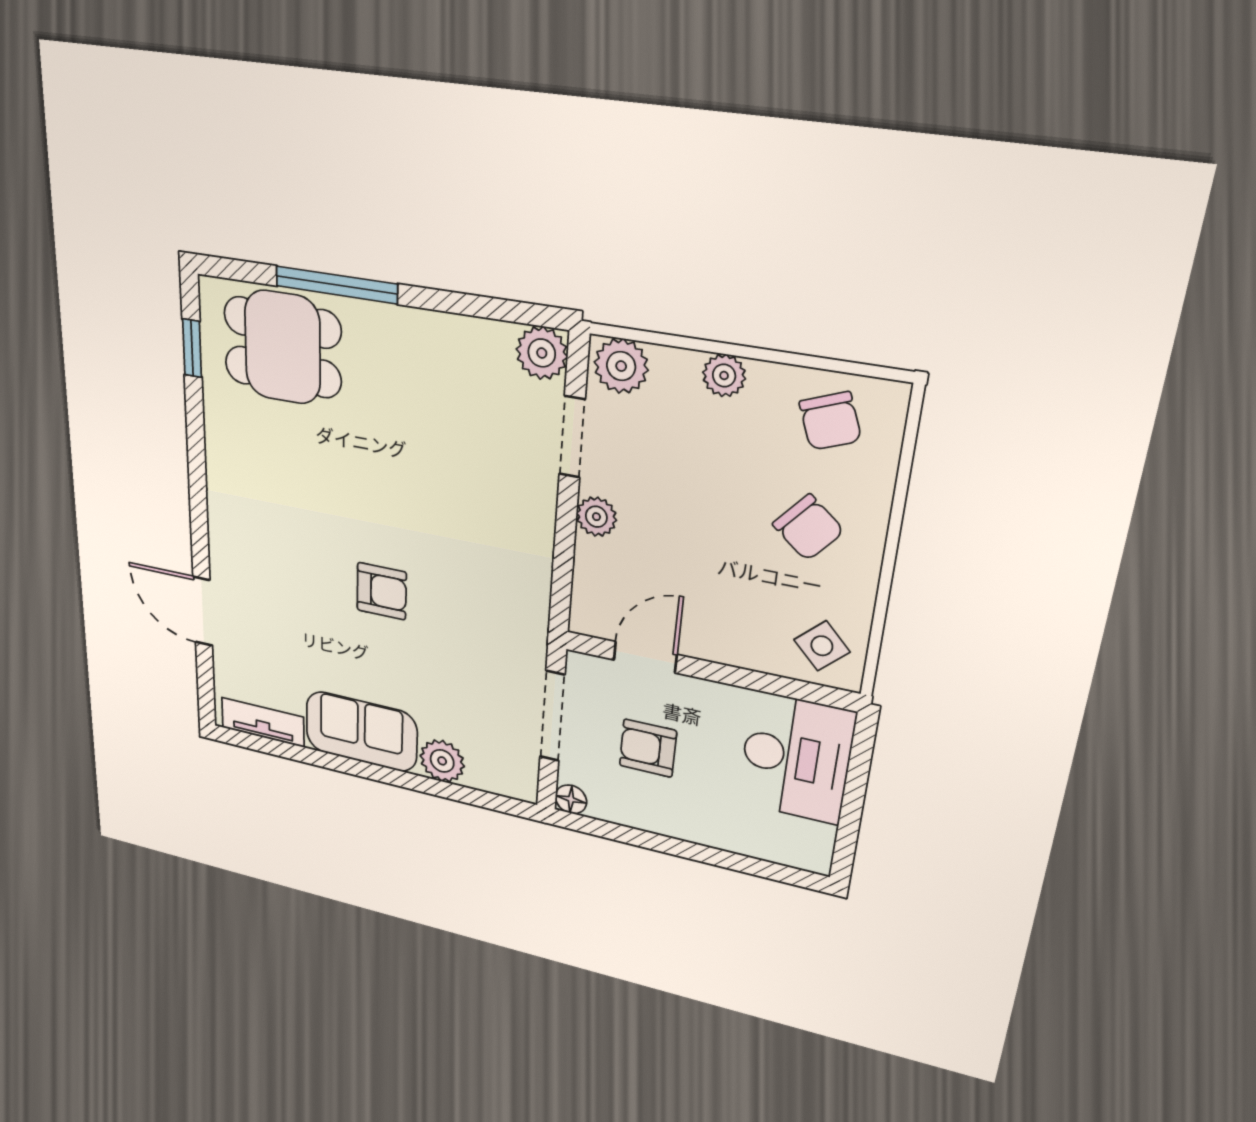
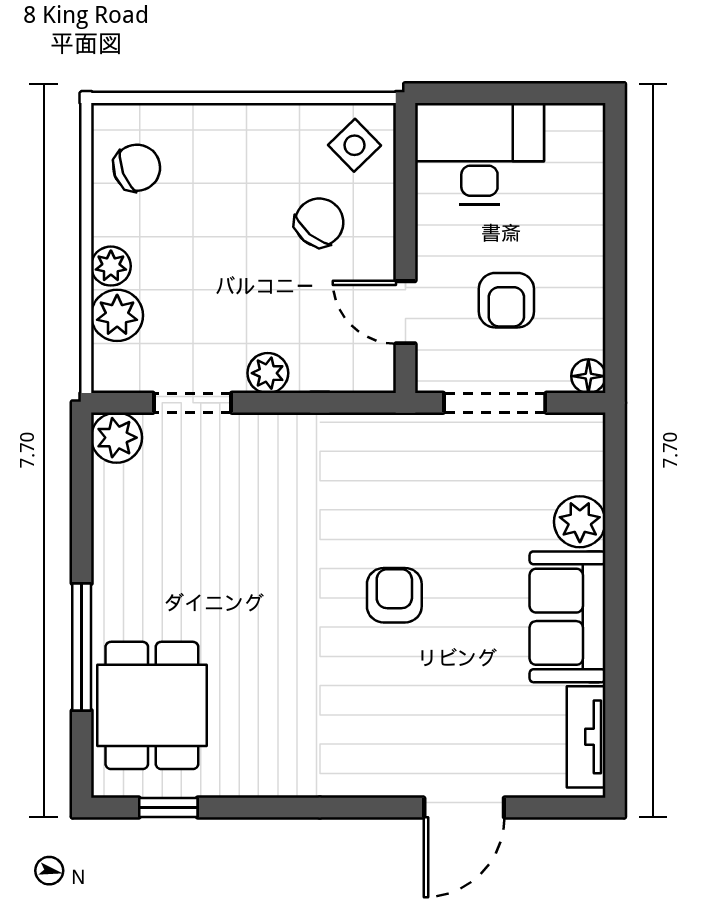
plant: (621, 366) -> (117, 315), moved
chair: (808, 528) -> (319, 222), moved

